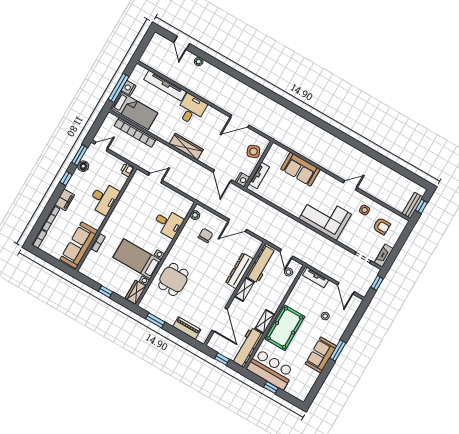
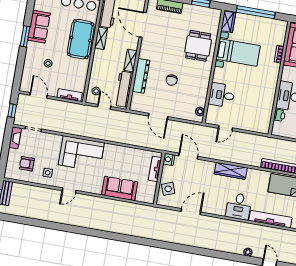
printer: (127, 170) -> (279, 115), moved
door: (155, 178) -> (225, 128), moved
door: (237, 225) -> (158, 116), swing flipped
chair: (205, 235) -> (172, 80), moved
window: (106, 292) -> (256, 12), width x3.17

